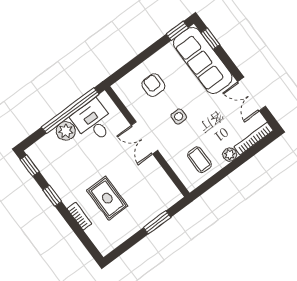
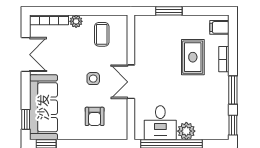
double door: (144, 138) -> (131, 82), swing flipped
window: (52, 196) -> (233, 90), width x1.50
filing cabinet: (103, 241) -> (219, 27), added

